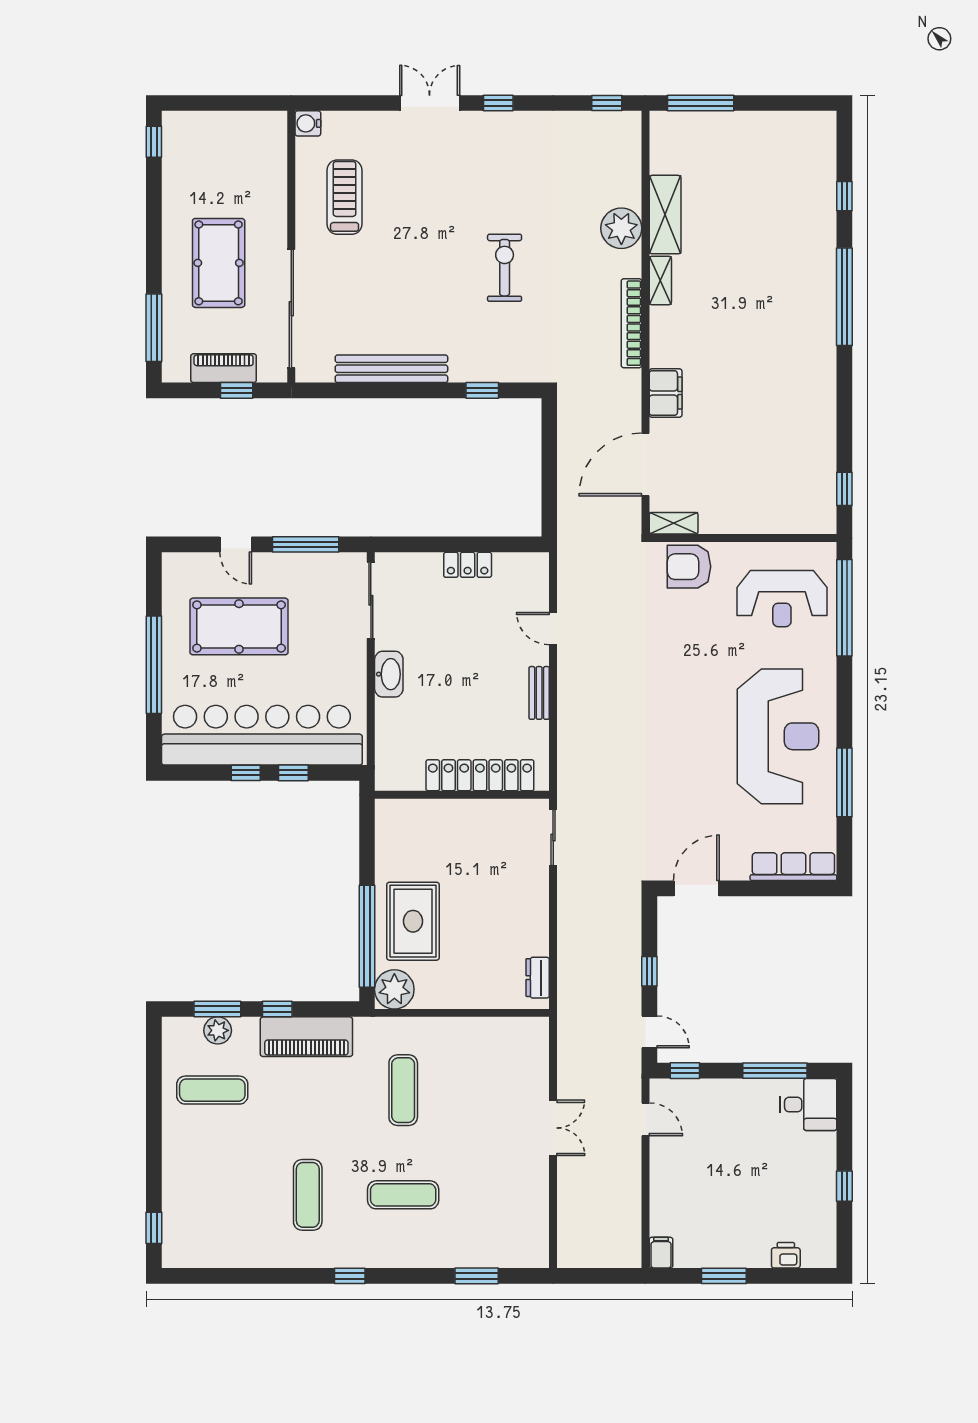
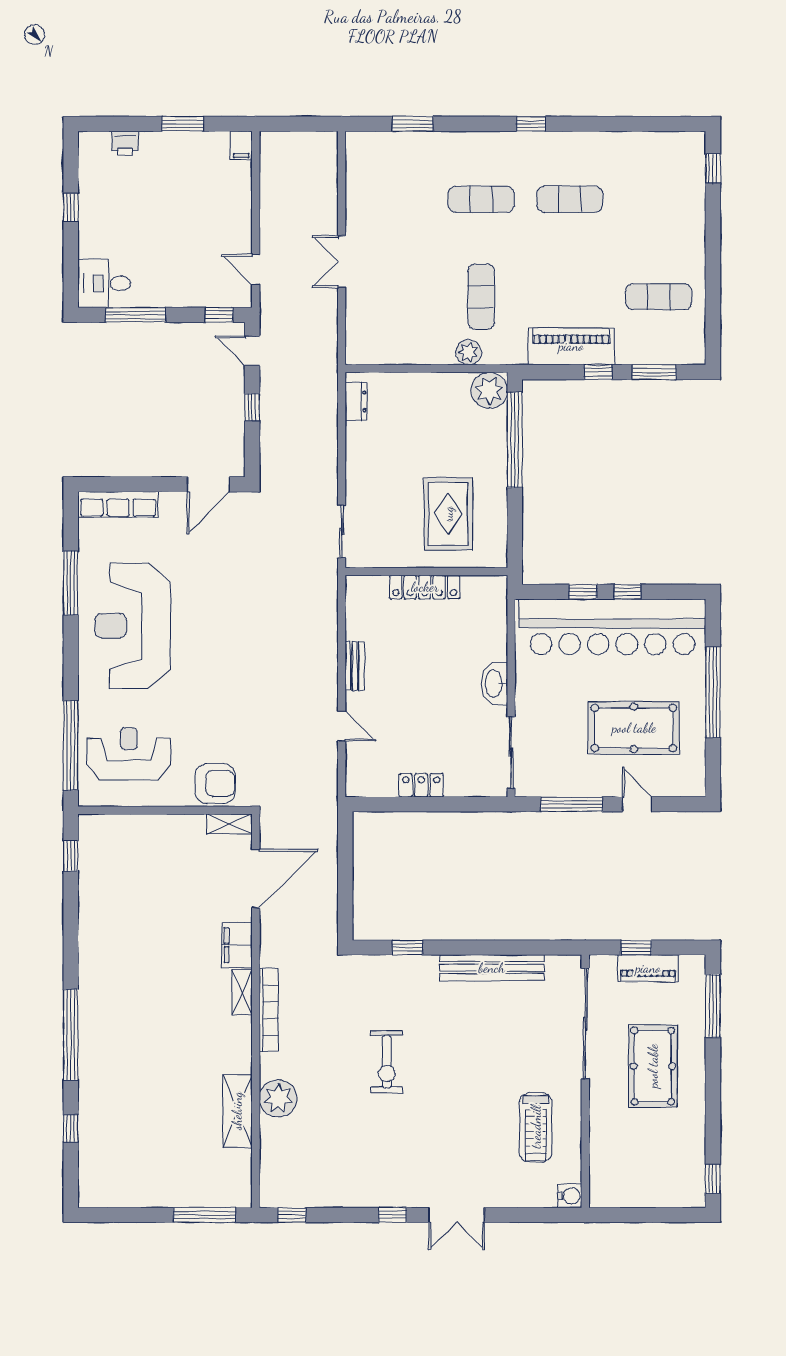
shelving: (660, 280) -> (242, 992), moved
locker: (480, 775) -> (425, 587), width x0.71, depth x0.83
rug: (413, 921) -> (448, 514), moved
plant: (218, 1030) -> (469, 352), moved
exercise mat: (308, 1195) -> (570, 199), turned 90

